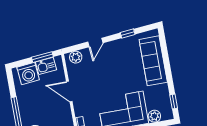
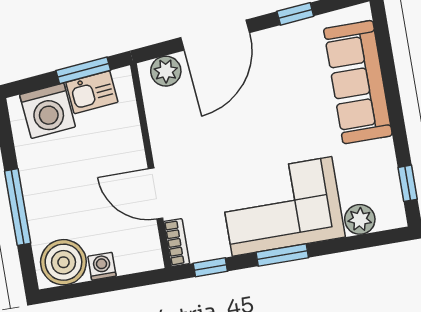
door: (95, 42) -> (215, 35), width x1.88
door: (69, 92) -> (155, 194), moved

